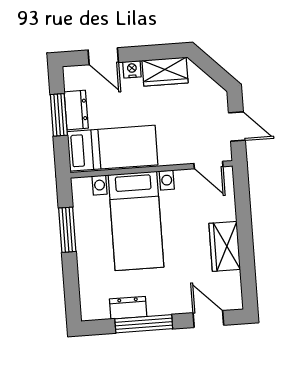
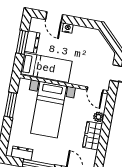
wardrobe: (165, 72) -> (85, 34), removed
plant: (227, 211) -> (99, 117), added
dresser: (128, 308) -> (22, 153), moved

